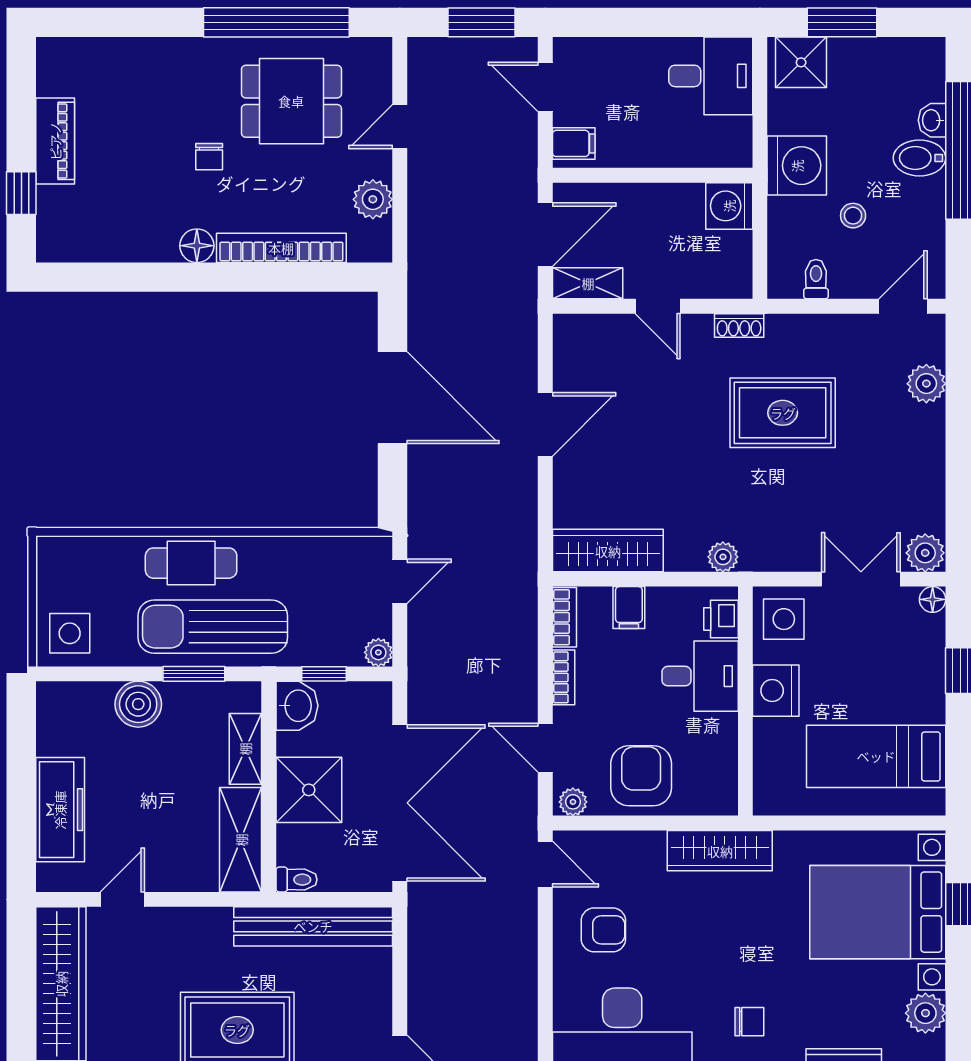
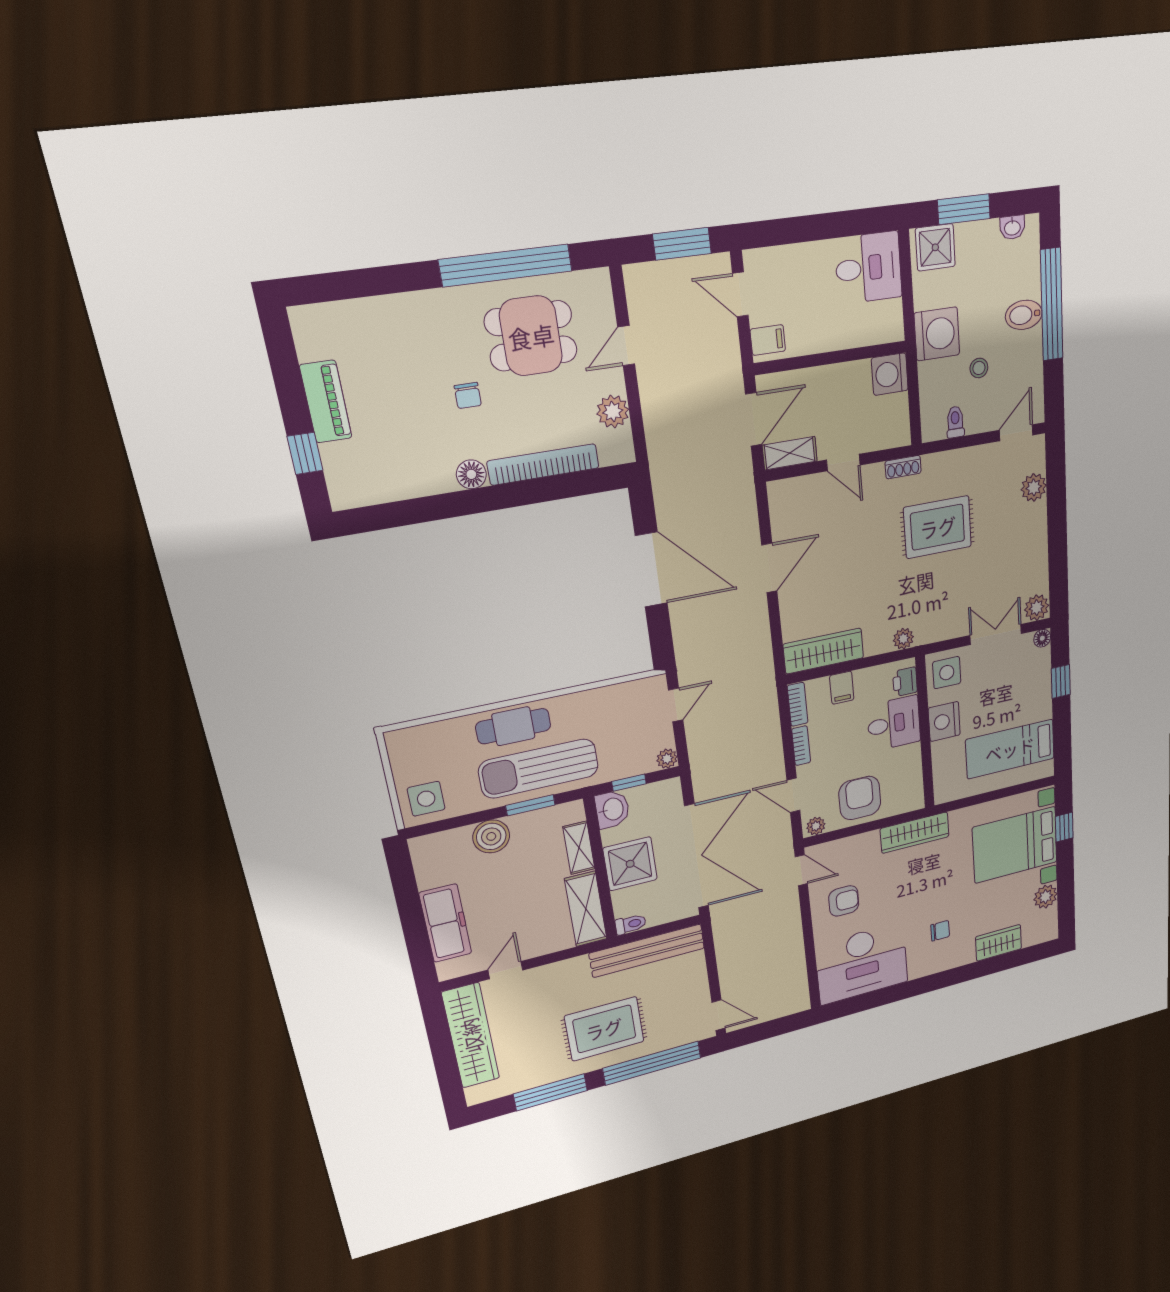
washbasin: (932, 120) -> (1012, 227), moved, turned -90

